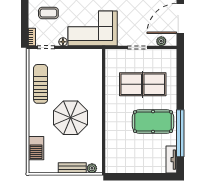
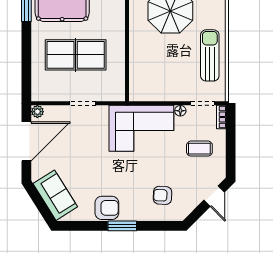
plant: (161, 41) -> (37, 112), moved
sun lounger: (41, 84) -> (210, 55), turned 180

